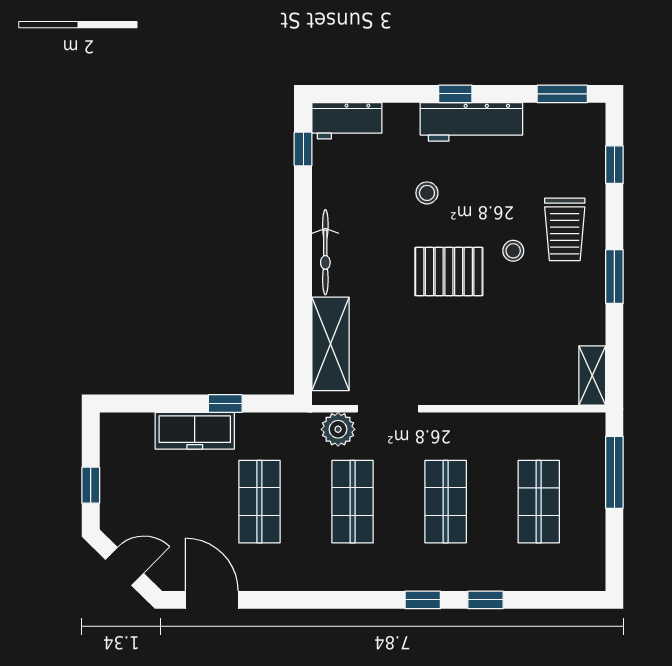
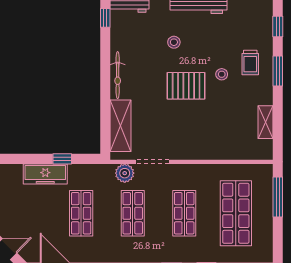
trolley: (565, 229) -> (250, 62), width x0.73, depth x0.72
window: (614, 277) -> (278, 71), moved
shelving: (592, 376) -> (265, 122), moved
shop shelf: (539, 502) -> (236, 213), width x1.43, depth x1.36

